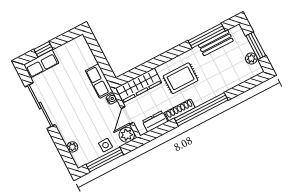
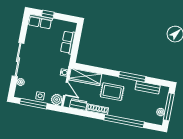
window: (207, 36) -> (132, 77), moved
window: (256, 46) -> (169, 107), width x1.44
row of seats: (99, 81) -> (68, 42), moved
sliding door: (40, 106) -> (18, 60), moved
window: (201, 109) -> (124, 121), moved
door: (127, 115) -> (66, 89), swing flipped

